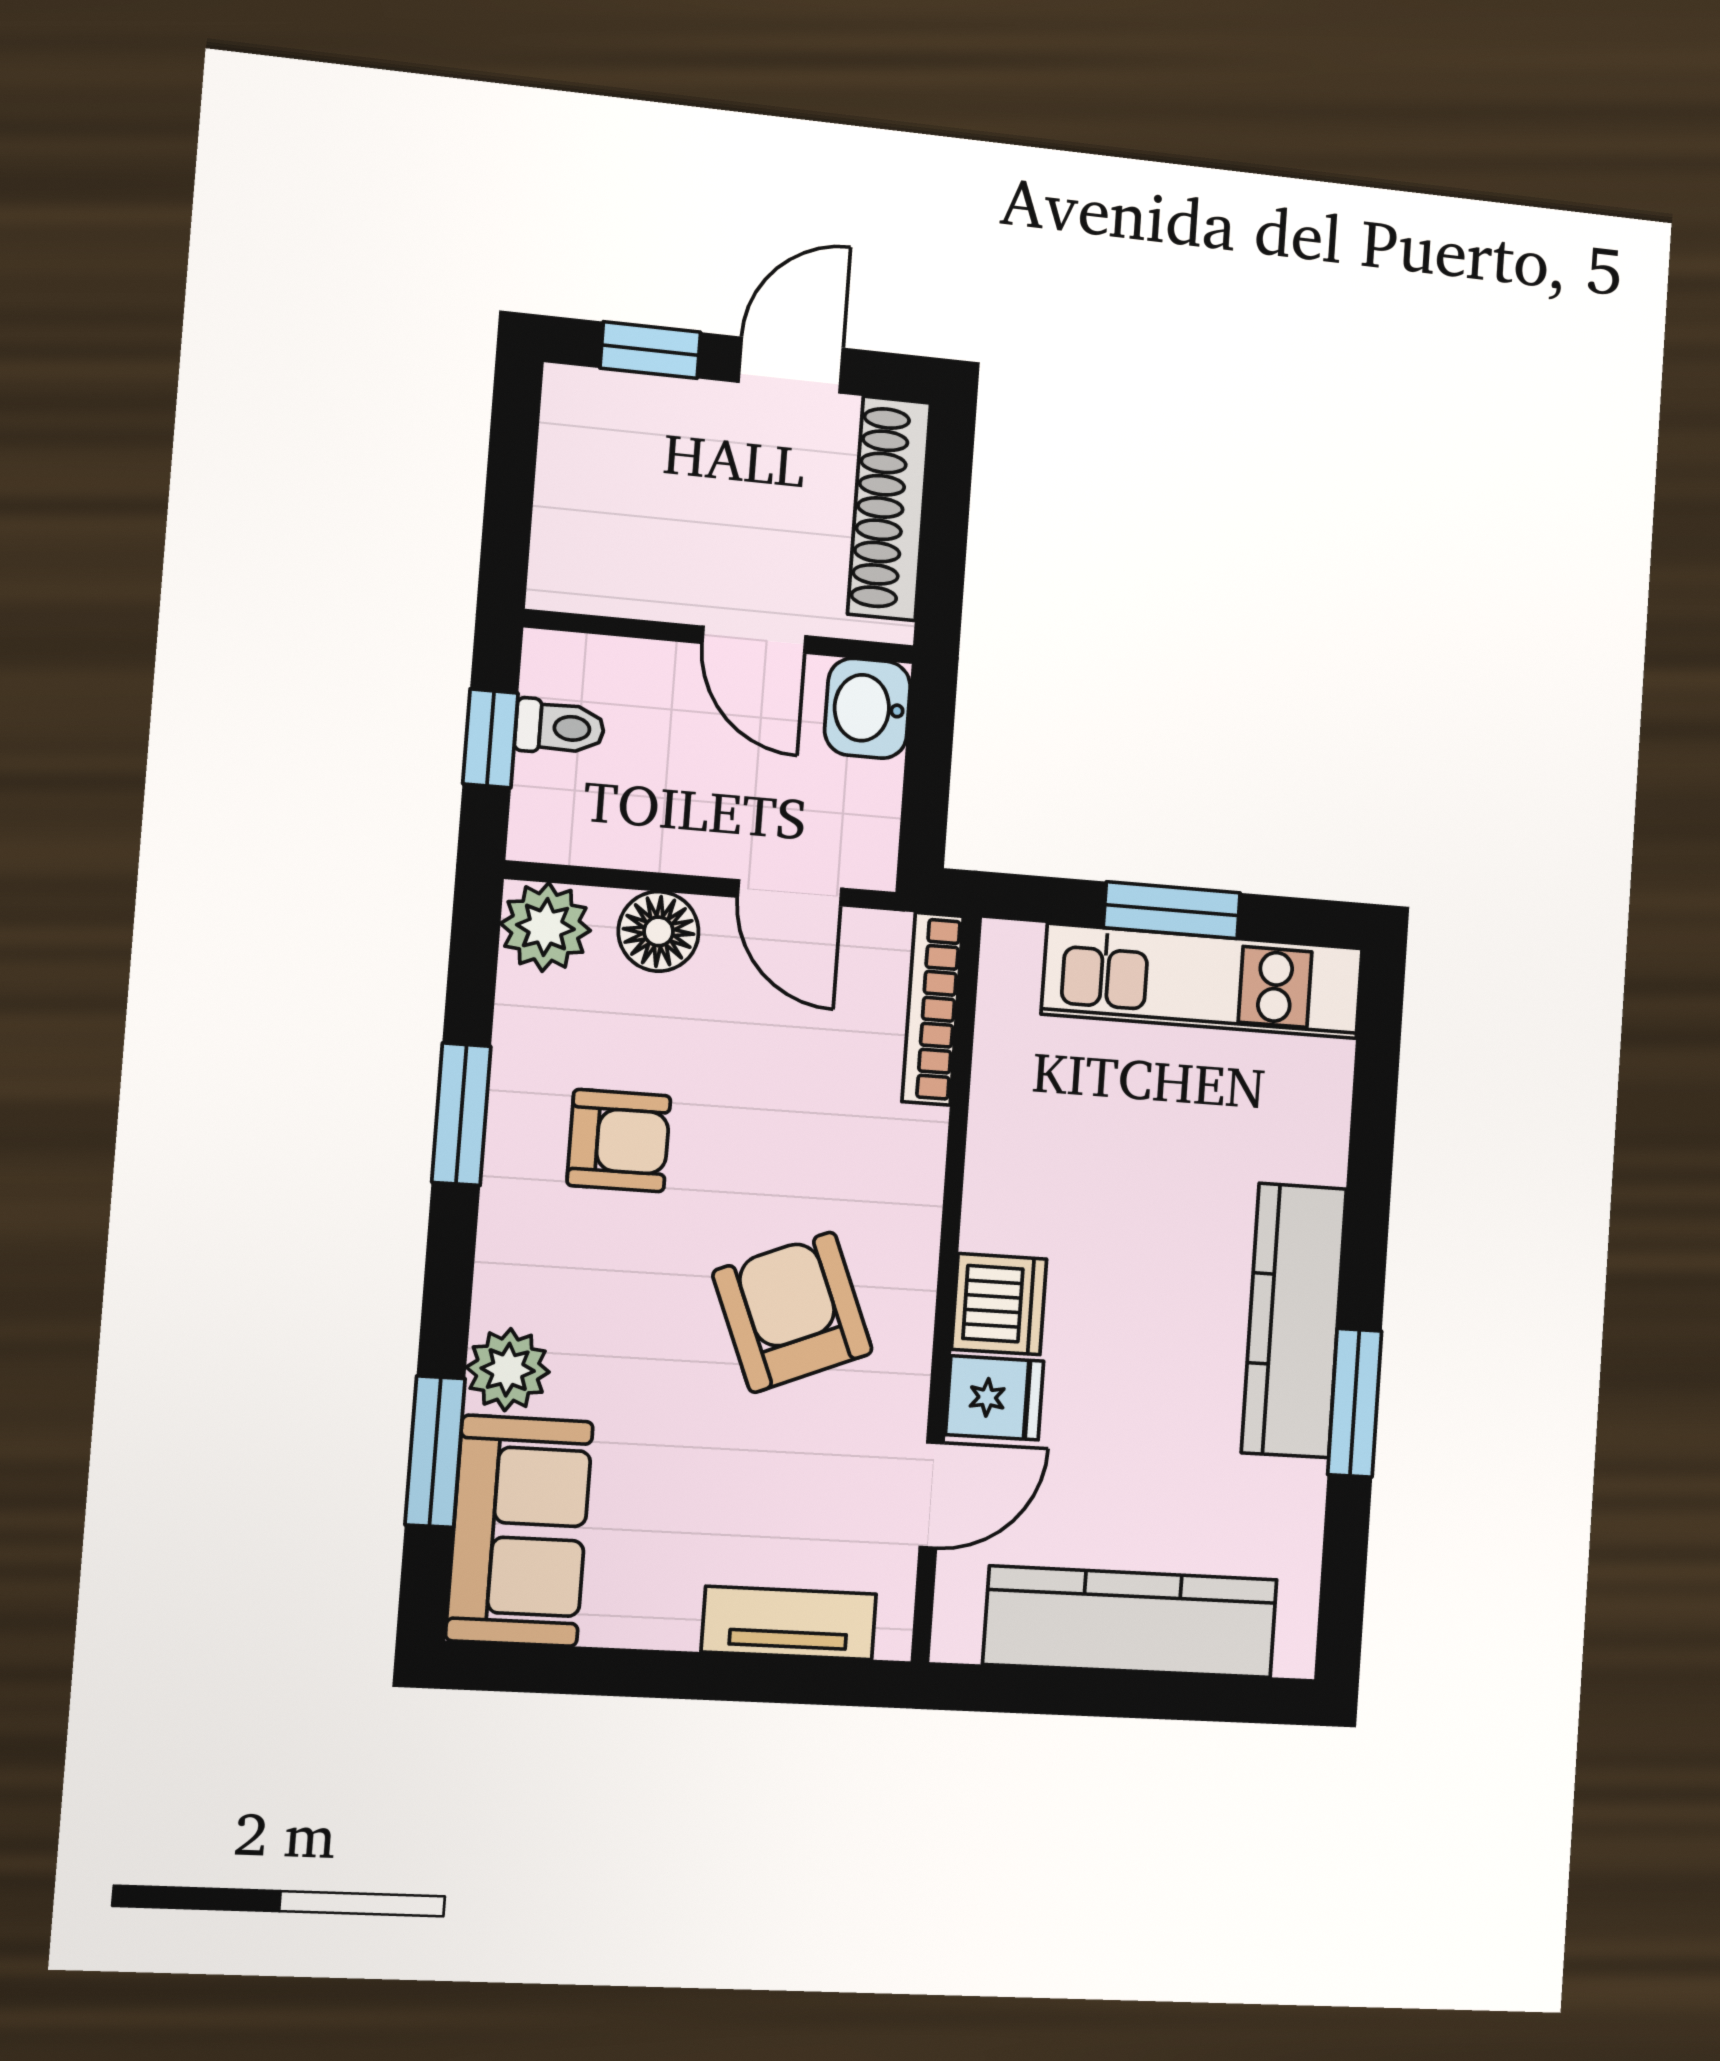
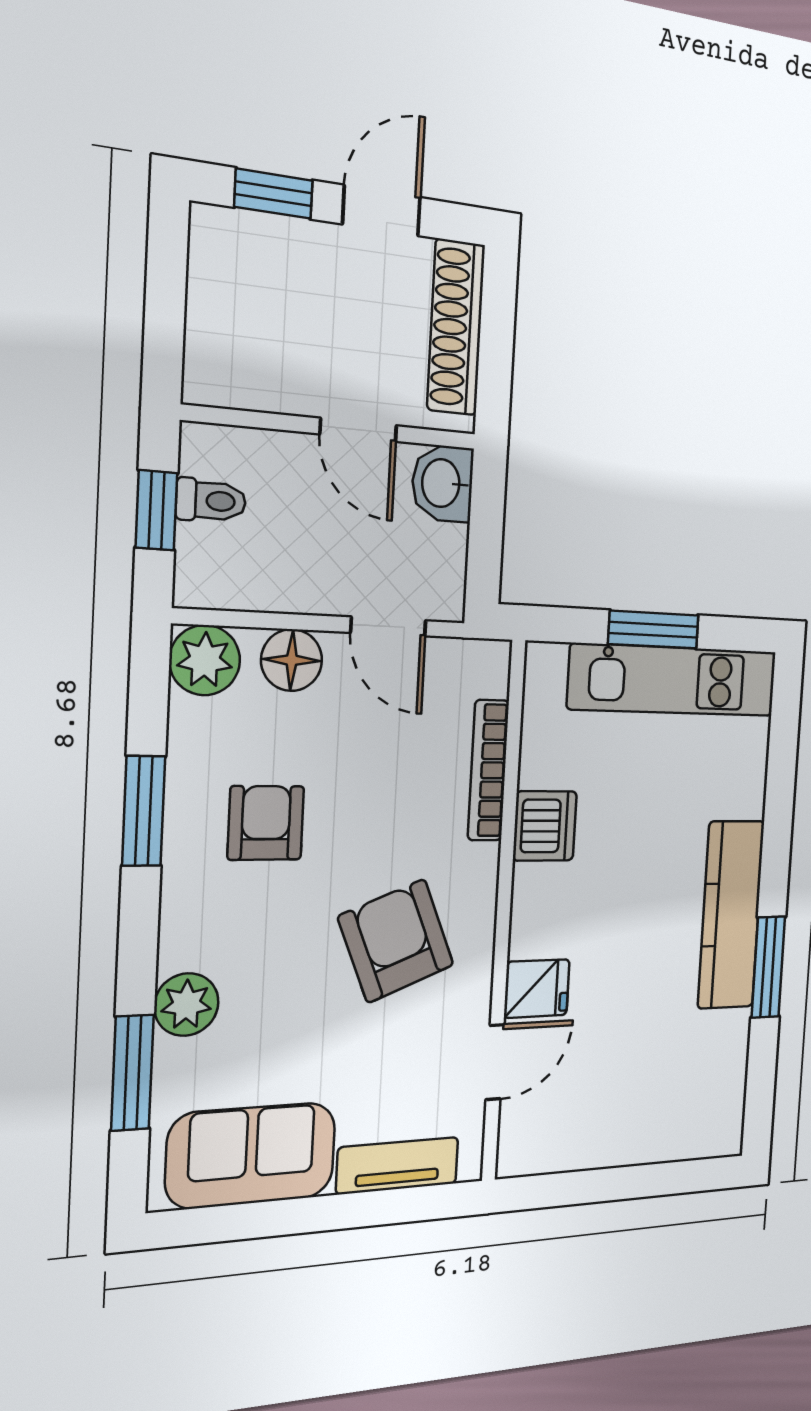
bookcase: (933, 1009) -> (488, 770), moved
armchair: (619, 1141) -> (266, 823), turned -90
dishwasher: (999, 1304) -> (545, 826), moved
sofa: (519, 1531) -> (251, 1155), moved, turned -90
kitchen counter: (1131, 1622) -> (627, 1133), removed

